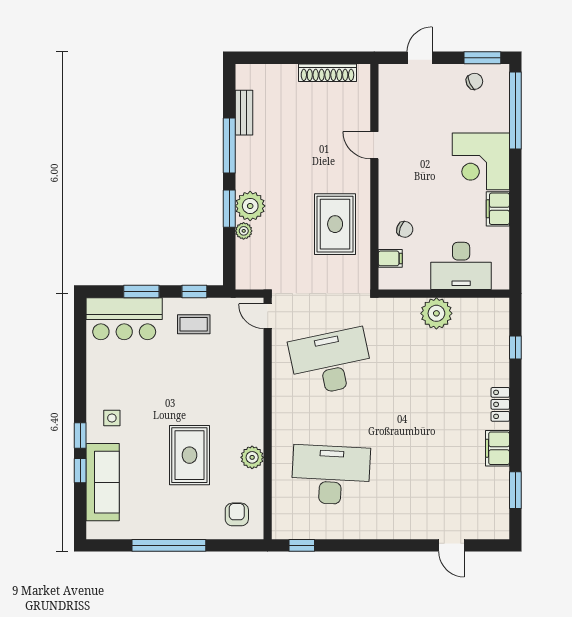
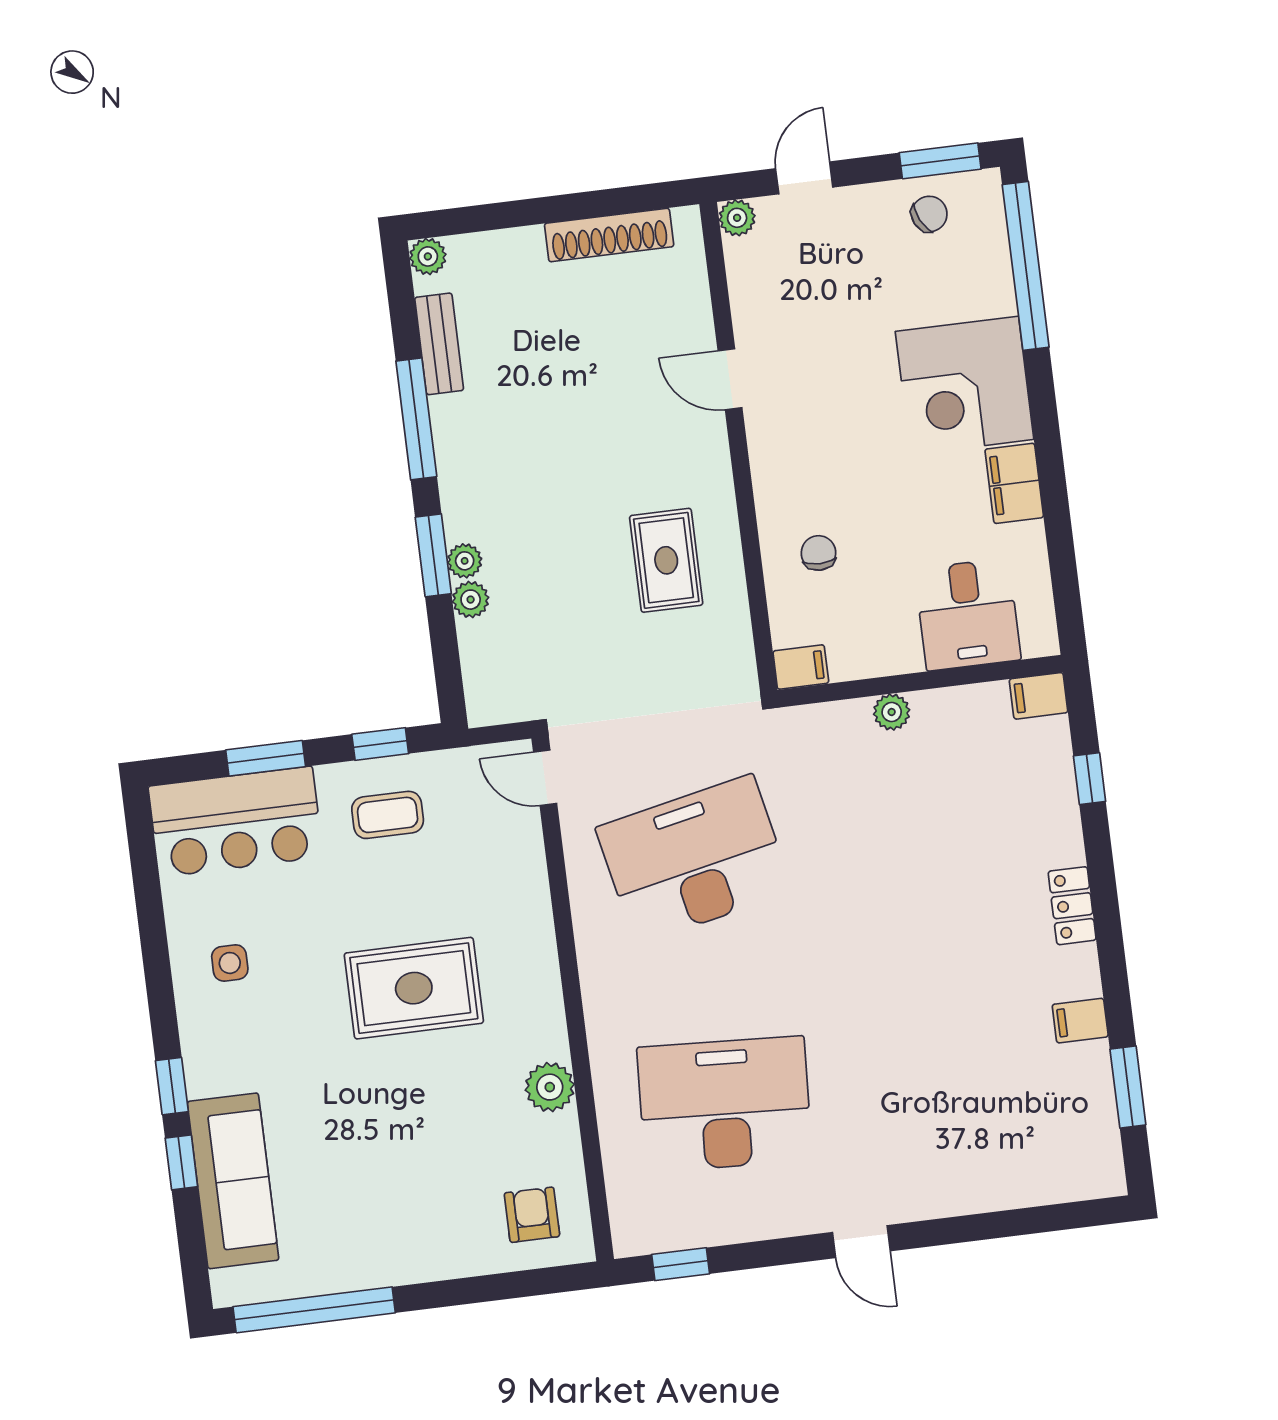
plant: (244, 72) -> (428, 256), added
plant: (387, 72) -> (737, 218), added
plant: (250, 206) -> (465, 561), width x0.53, depth x0.53
rug: (335, 224) -> (666, 560), width x0.73, depth x0.70
chair: (405, 229) -> (819, 553), turned -110
filing cabinet: (390, 258) -> (801, 667), moved
desk: (461, 266) -> (968, 614), width x0.73
filing cabinet: (497, 307) -> (1039, 696), added
plant: (436, 313) -> (892, 712), width x0.53, depth x0.53
side table: (112, 418) -> (230, 963), moved
filing cabinet: (497, 448) -> (1080, 1021), width x0.50
rug: (189, 455) -> (414, 988), moved, turned 90
window: (169, 545) -> (314, 1310), moved
door: (451, 545) -> (861, 1242), moved

